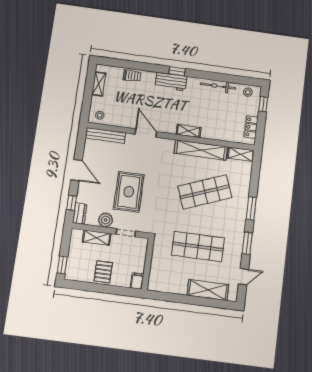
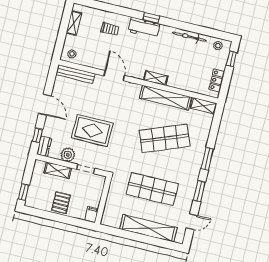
trolley: (132, 76) -> (110, 29), moved
rug: (129, 192) -> (92, 130), turned 90
shelving: (208, 290) -> (148, 228), width x1.47

